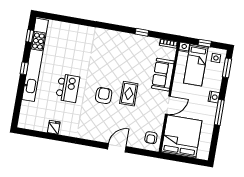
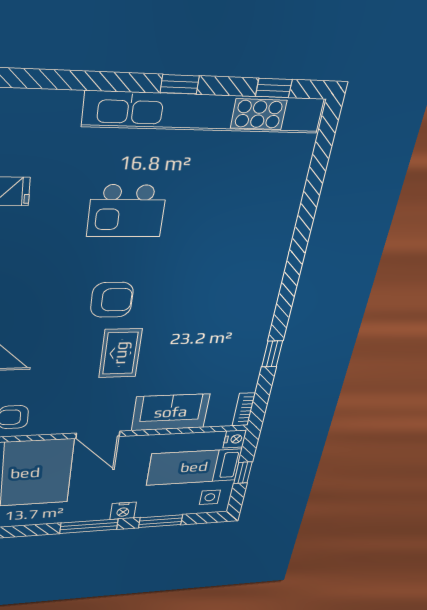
window: (227, 68) -> (161, 521), moved
rug: (129, 94) -> (120, 353), turned 90

